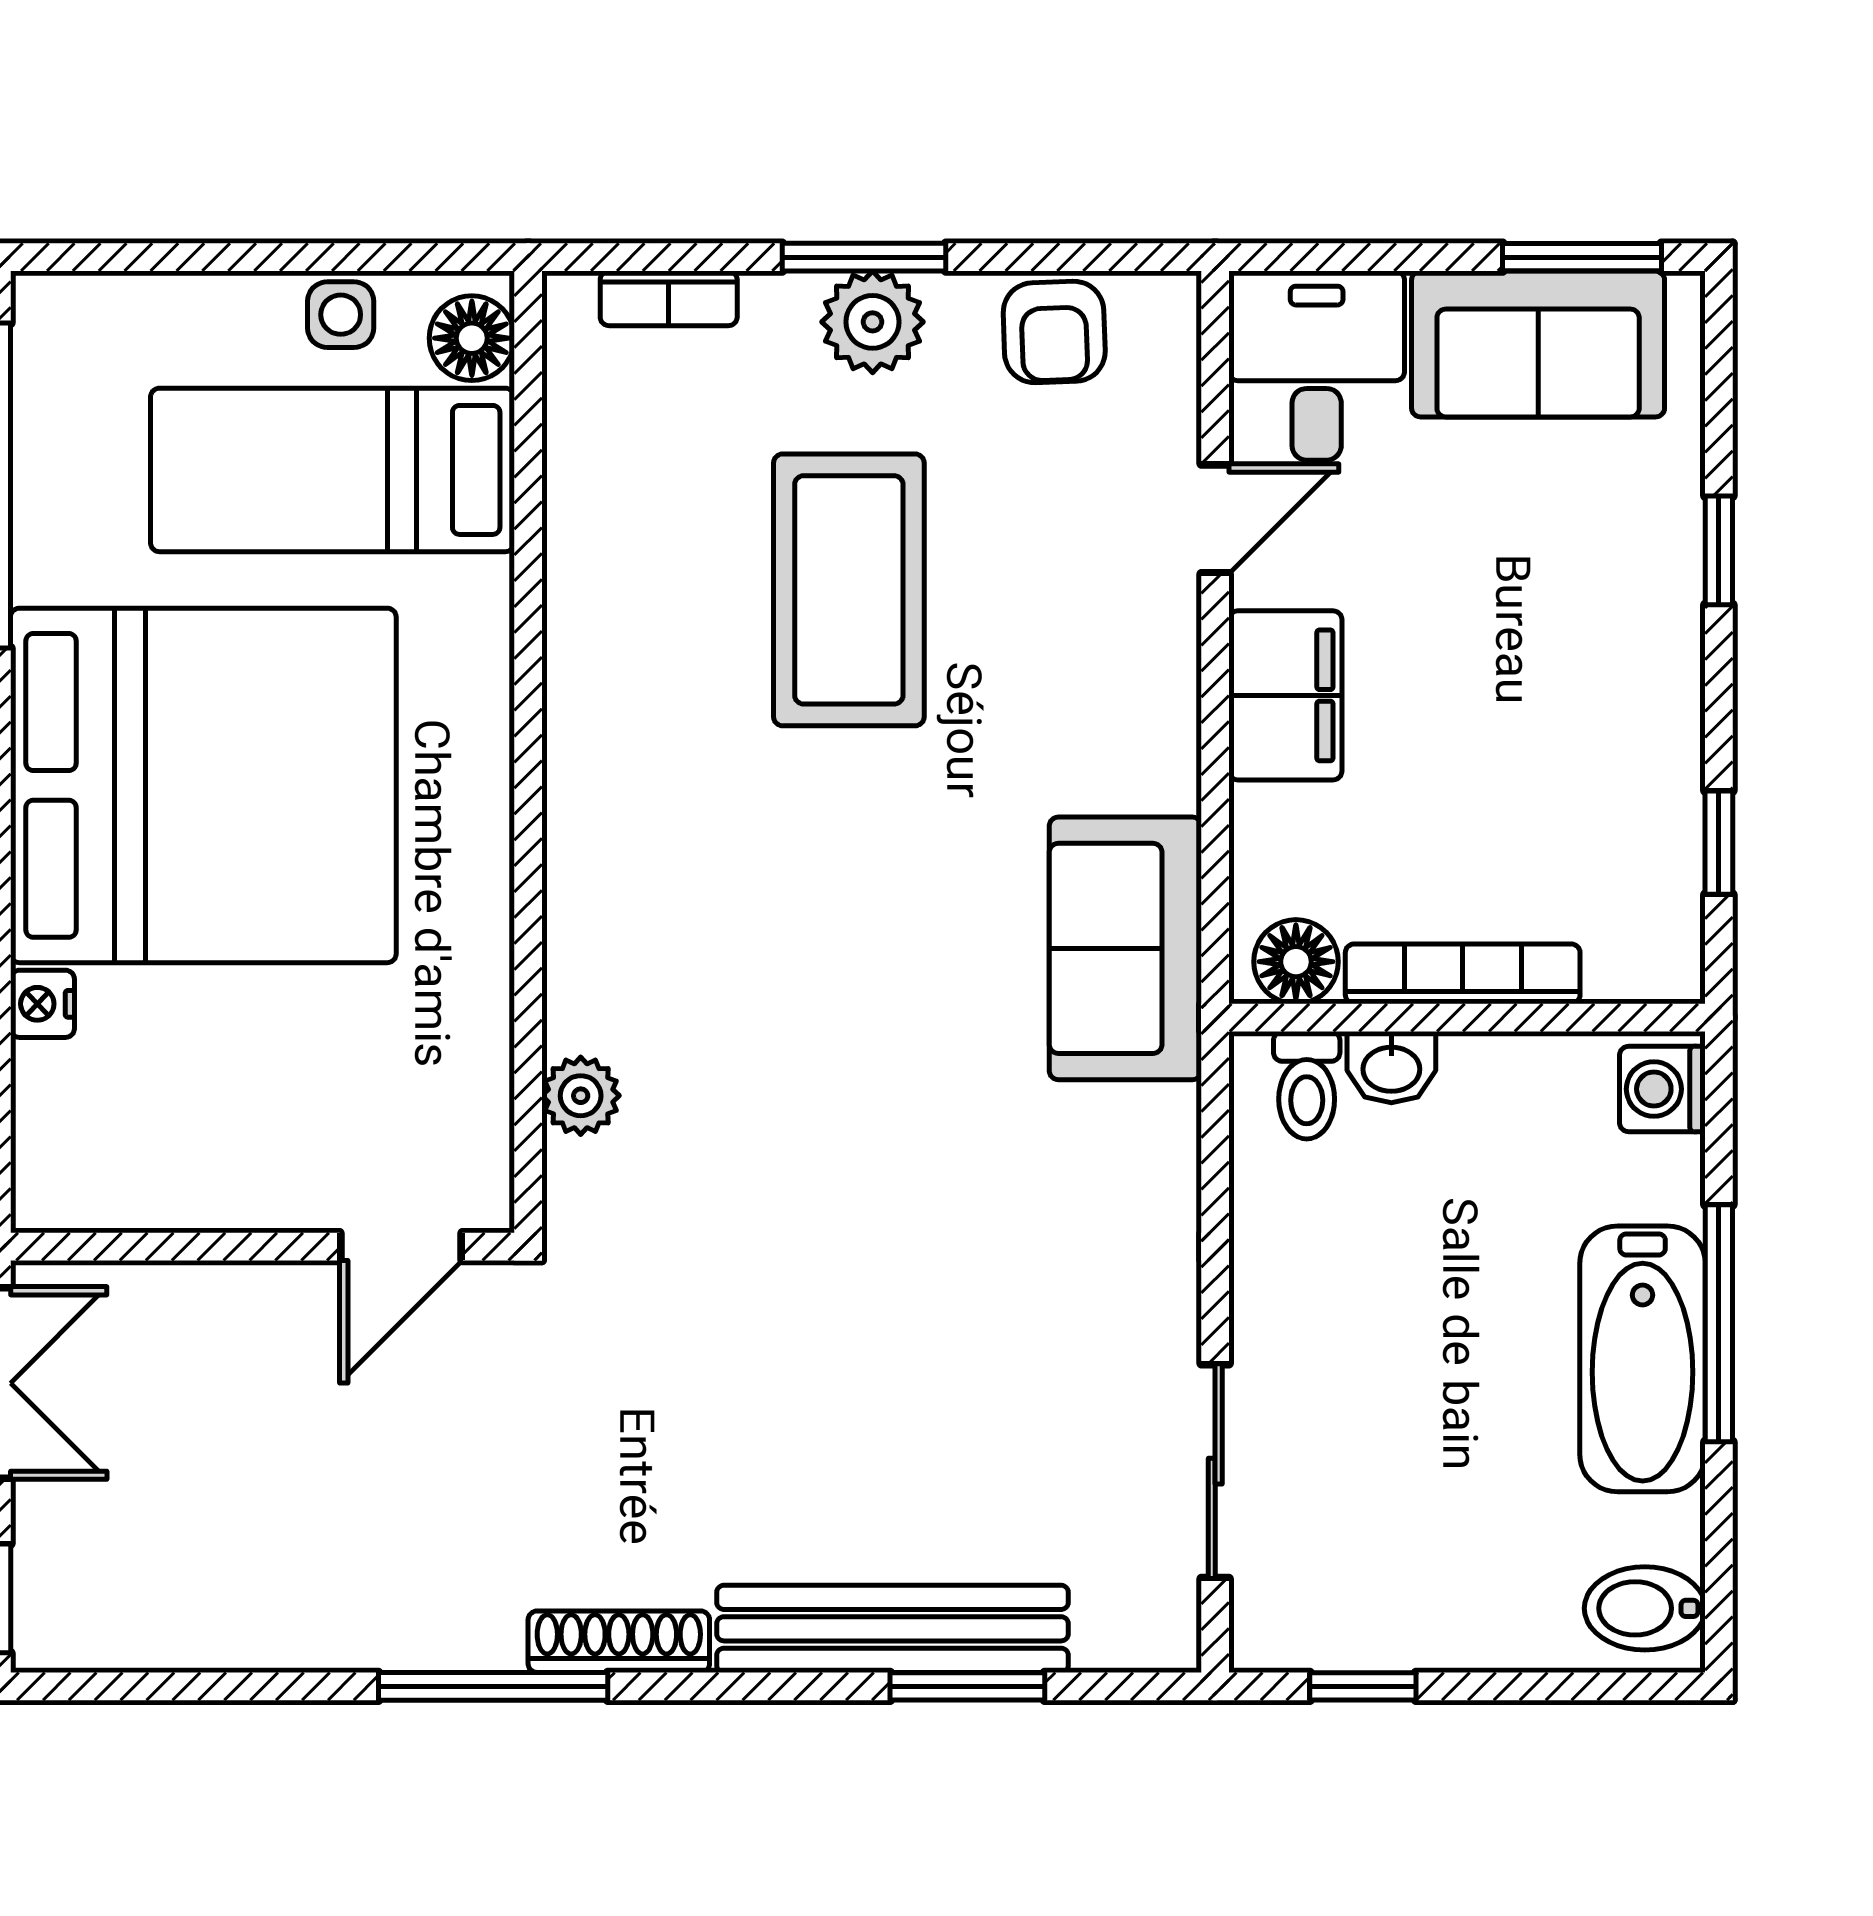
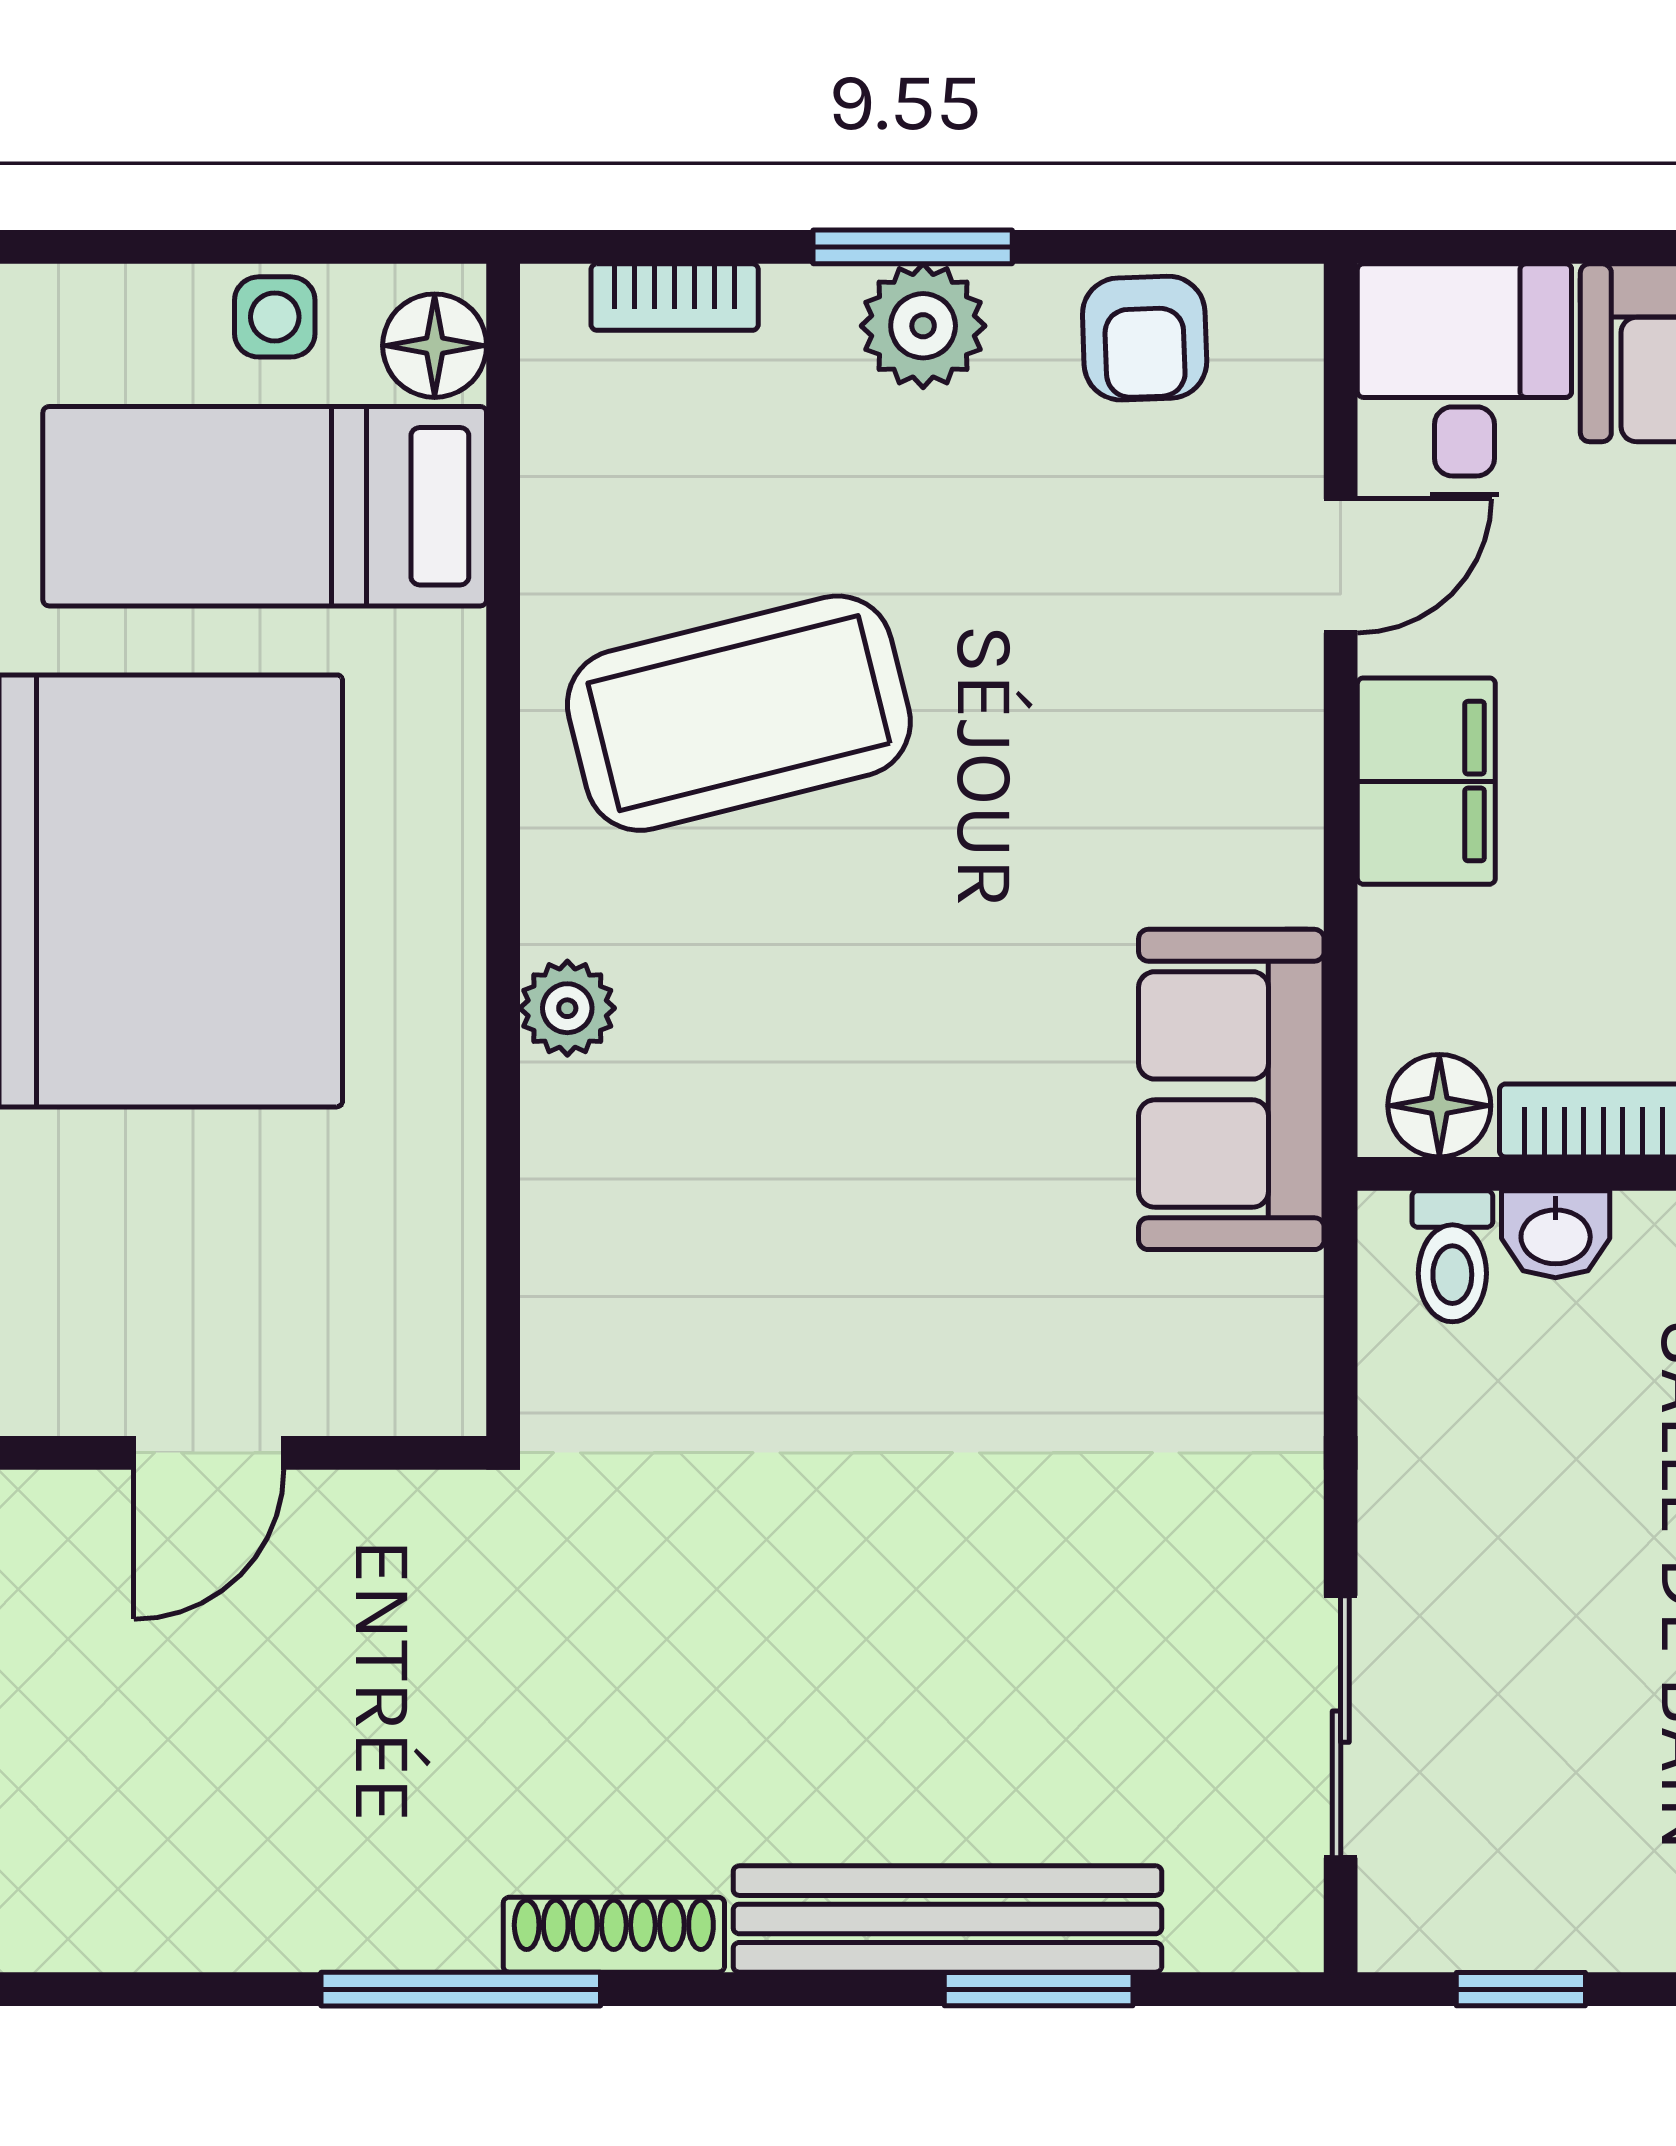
coffee table: (849, 590) -> (739, 713), moved, turned 76
plant: (581, 1096) -> (567, 1008), moved
door: (401, 1247) -> (209, 1453), moved

